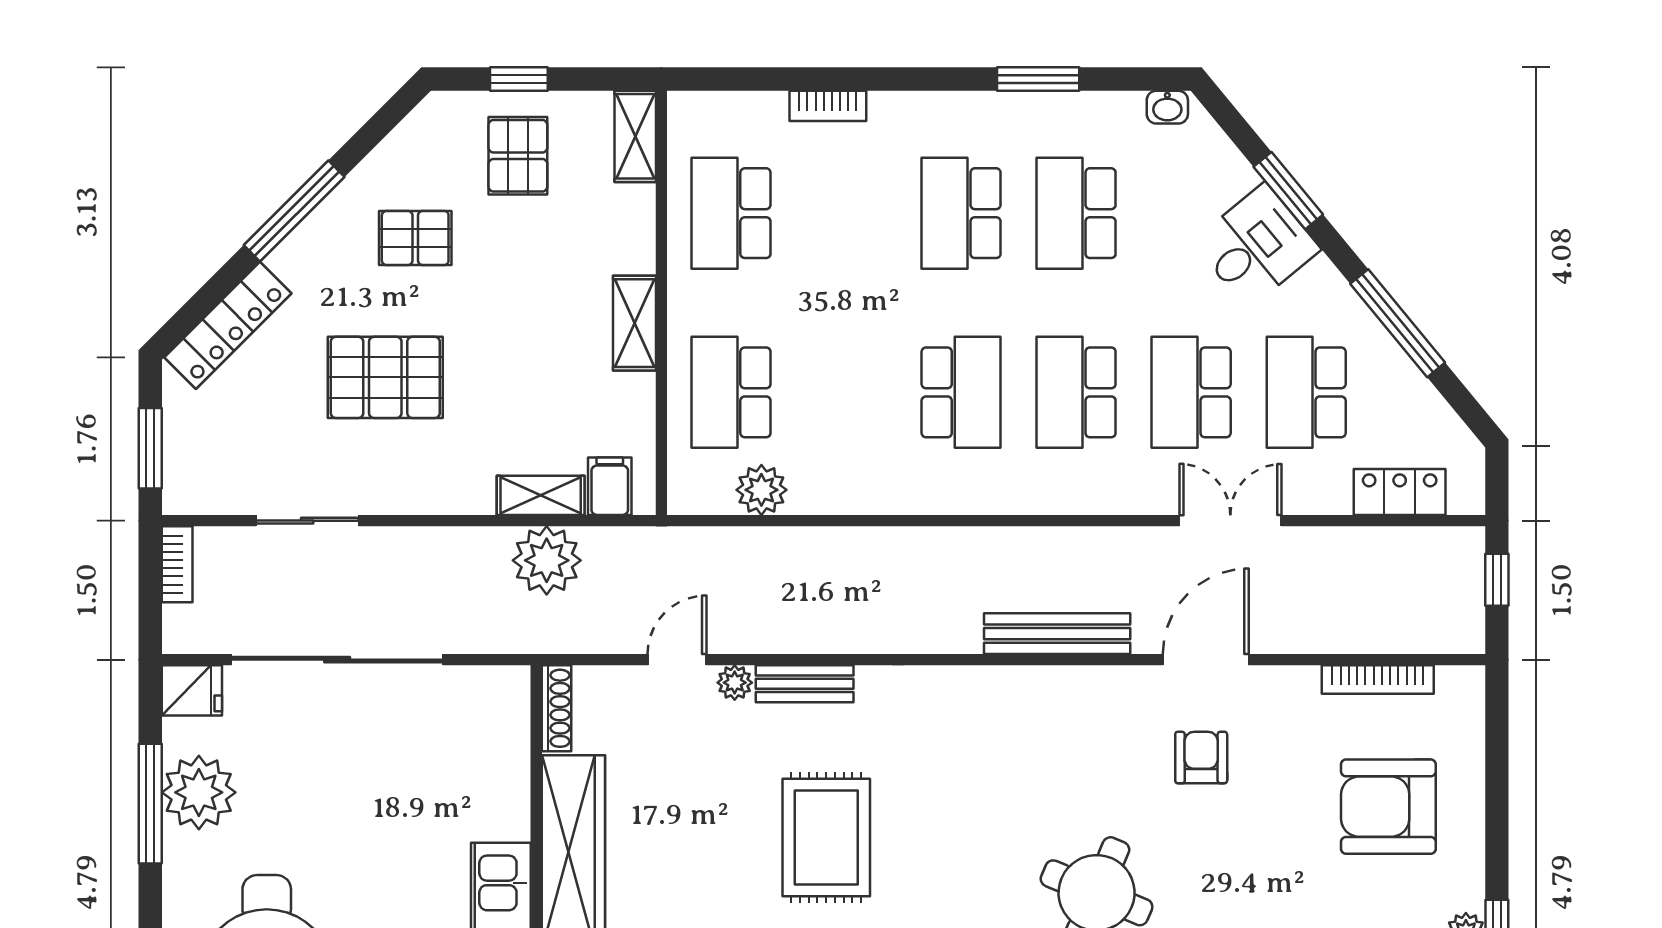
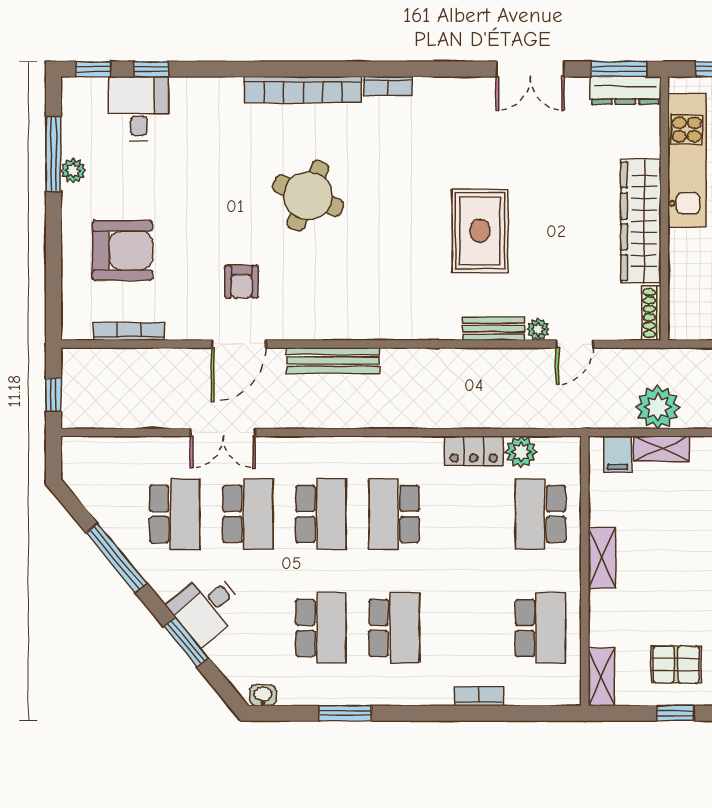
pallet: (518, 156) -> (676, 664), turned 90
school desk: (731, 392) -> (540, 514), turned 180
locker: (1400, 492) -> (474, 451), moved

